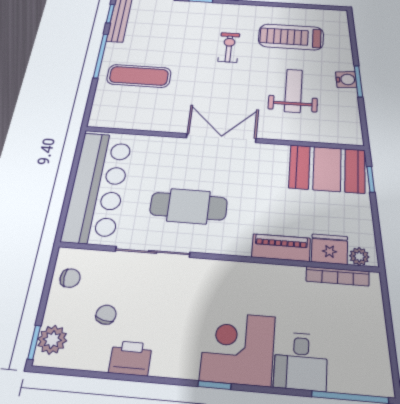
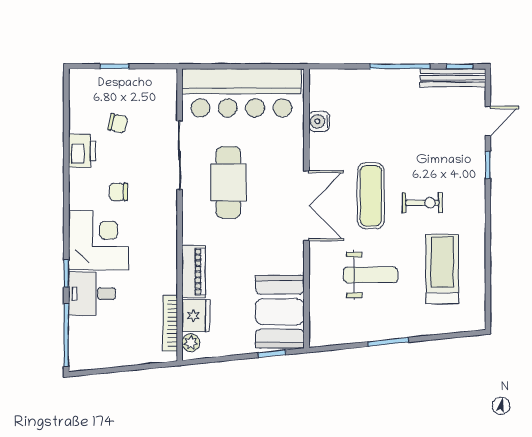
exercise mat: (139, 76) -> (371, 196), moved
water cooler: (346, 79) -> (319, 121), moved, turned 96
chair: (70, 278) -> (119, 192), moved, turned 90
plant: (52, 340) -> (92, 81), removed
window: (34, 342) -> (114, 66), moved
window: (215, 385) -> (66, 273), moved

